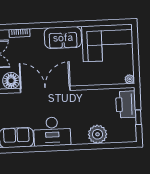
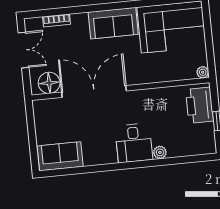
desk: (52, 131) -> (134, 143), moved, width x0.73
plant: (98, 134) -> (160, 152), width x0.53, depth x0.53

